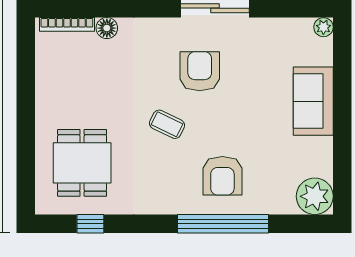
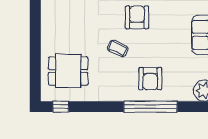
dining table: (82, 163) -> (68, 71), turned 90
window: (90, 224) -> (61, 107), moved

